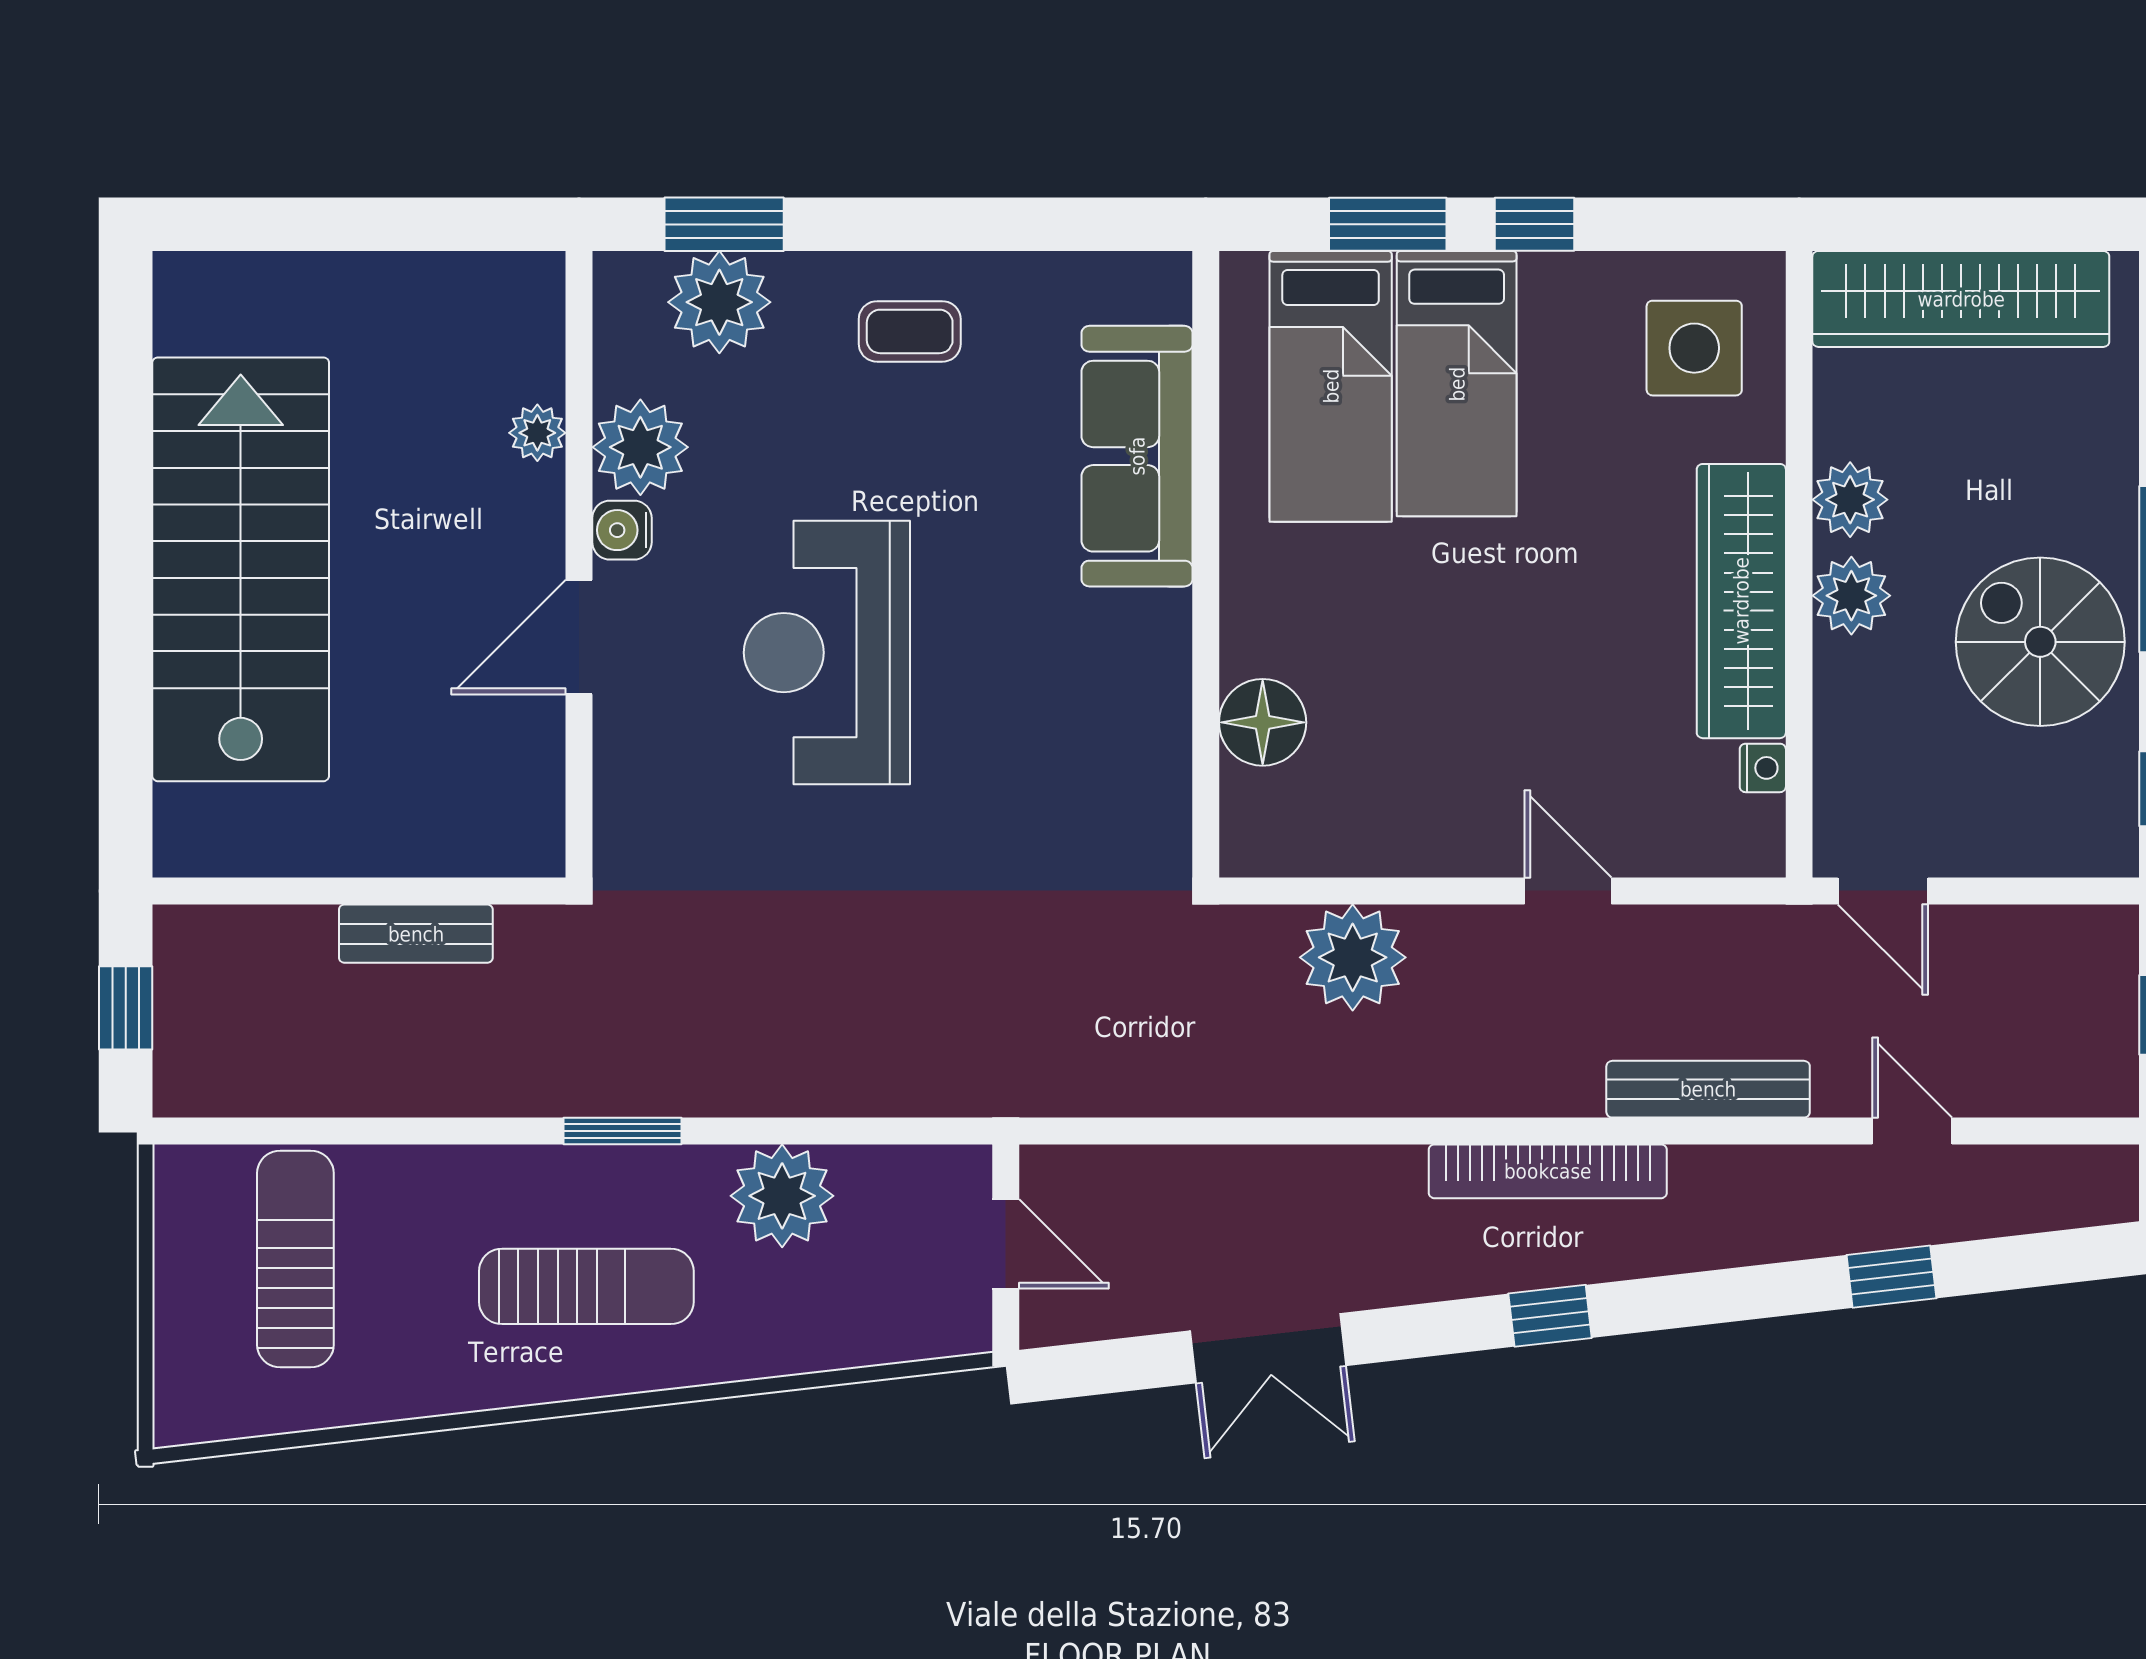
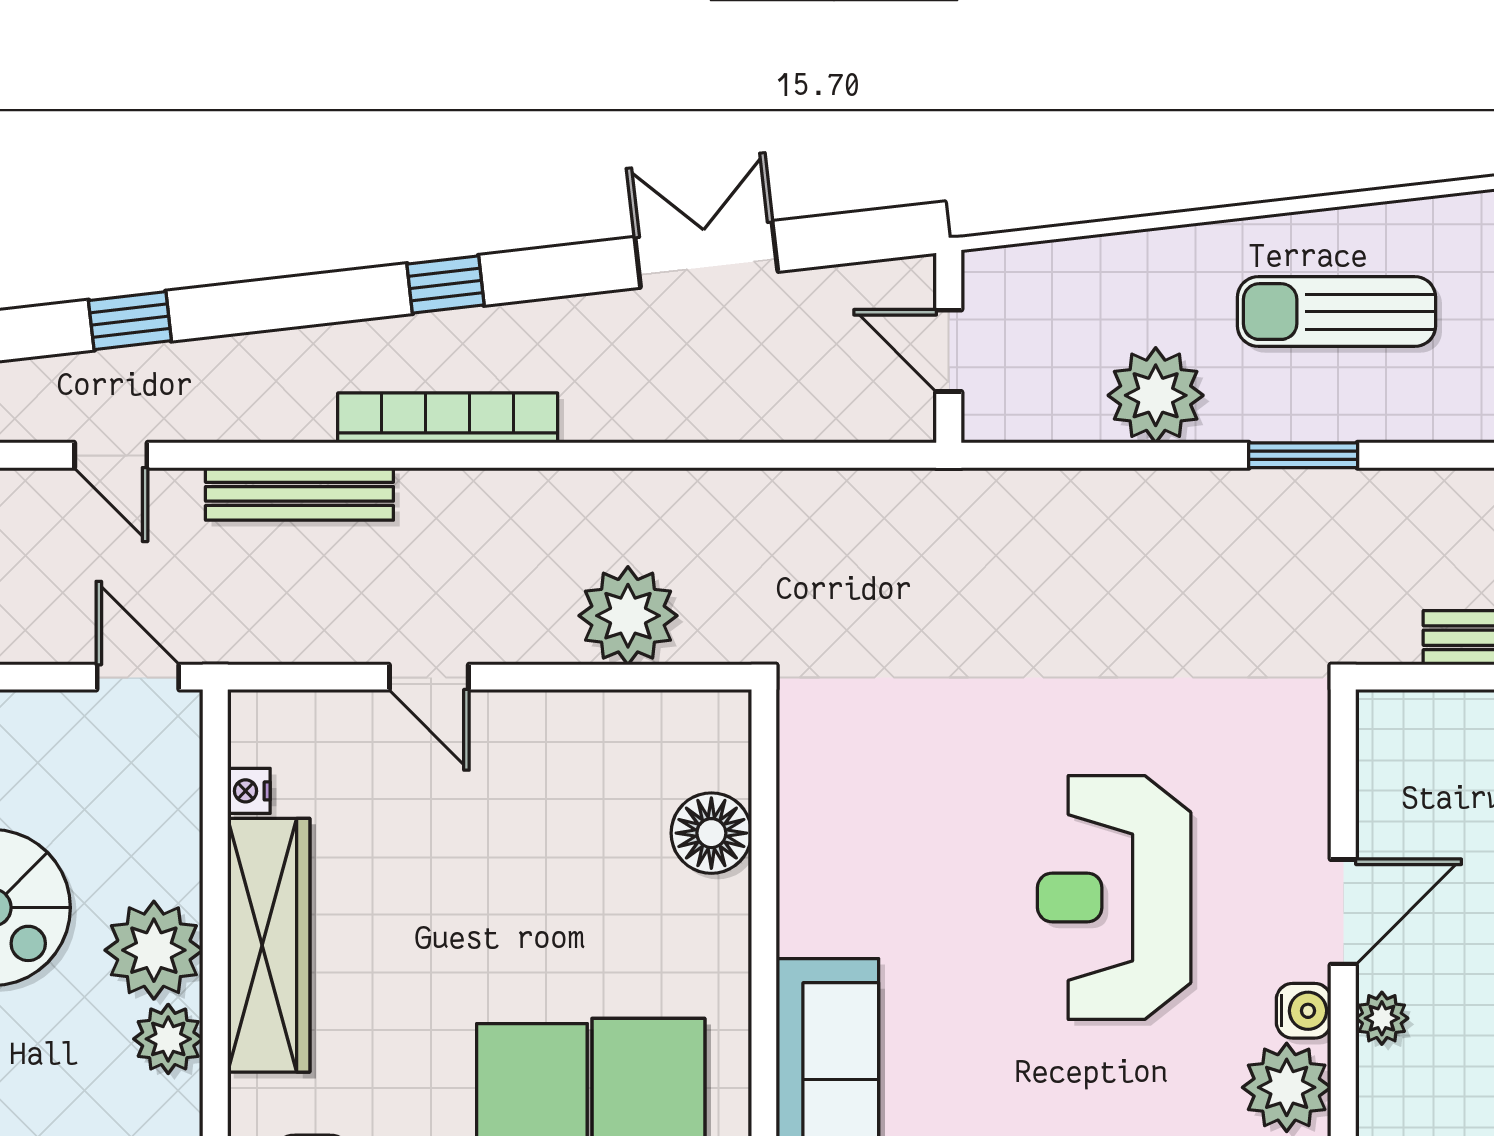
plant: (537, 433) -> (1382, 1018), moved
plant: (1851, 596) -> (154, 950), width x1.36, depth x1.36
reception desk: (827, 653) -> (1114, 898), turned 180

